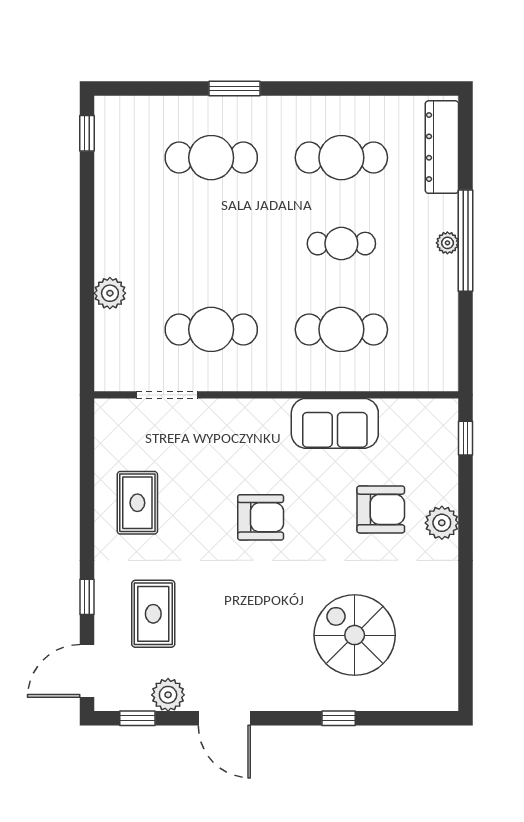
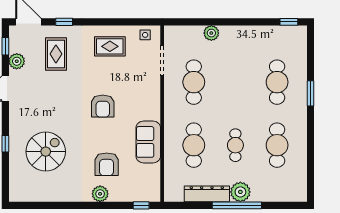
dresser: (442, 147) -> (207, 194), moved
plant: (447, 243) -> (240, 192), width x1.87, depth x1.87
side table: (114, 430) -> (145, 35), added
rug: (153, 614) -> (56, 54), turned 90

